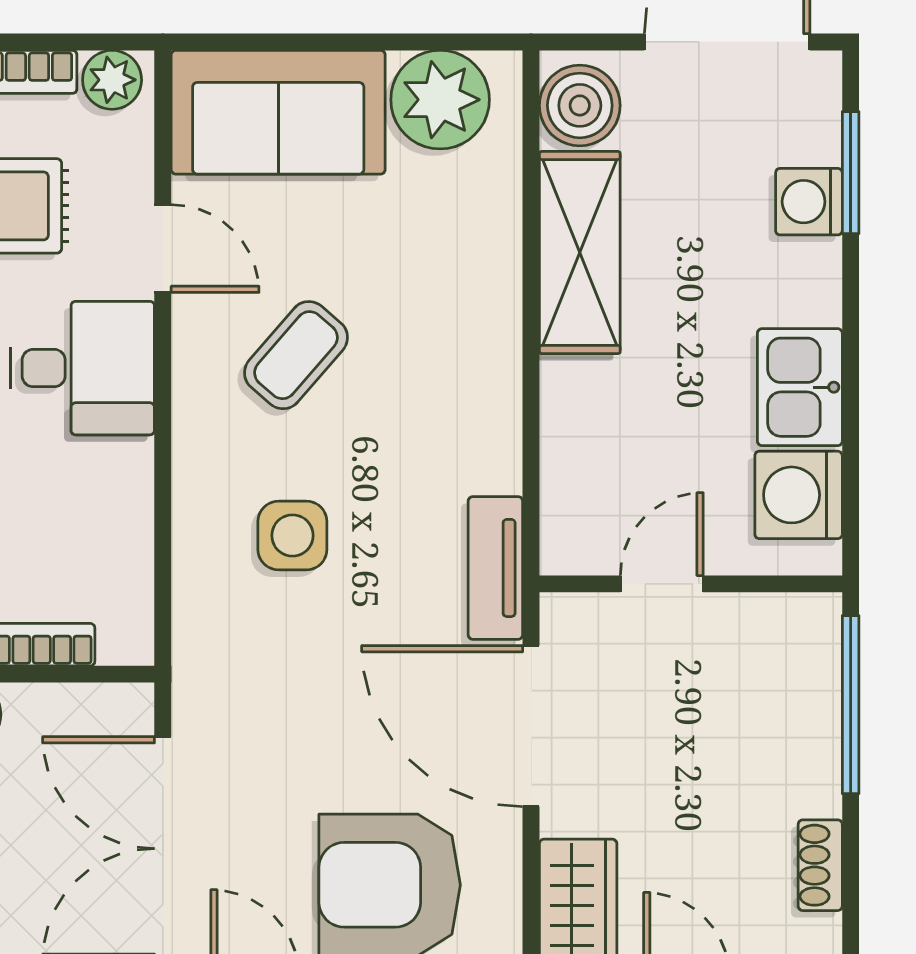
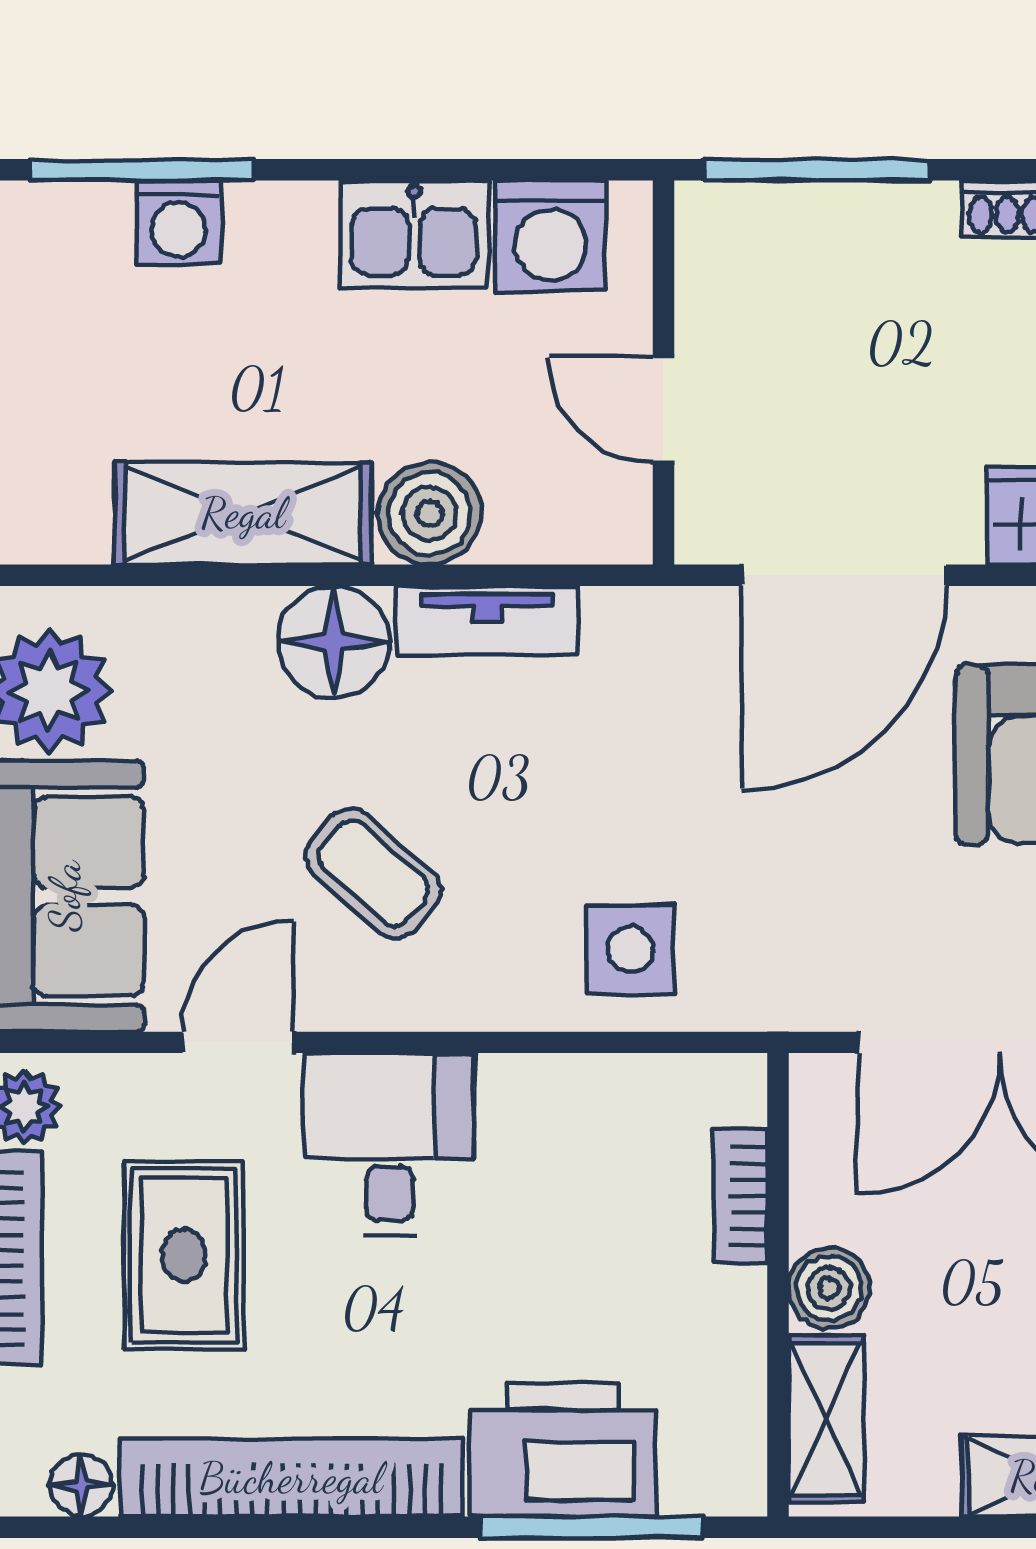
boiler: (580, 105) -> (430, 513), moved
window: (851, 173) -> (142, 170), width x1.44
floor lamp: (479, 324) -> (334, 642), added
side table: (292, 535) -> (631, 950), moved
tv unit: (495, 568) -> (487, 620), moved

